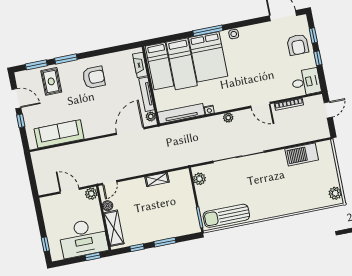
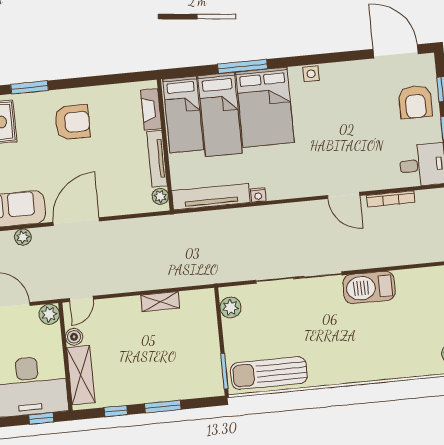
window: (208, 31) -> (242, 66), moved
plant: (228, 118) -> (23, 237), moved
door: (130, 131) -> (76, 222), moved
barbecue: (302, 154) -> (369, 287), moved

